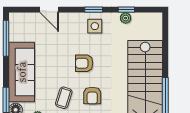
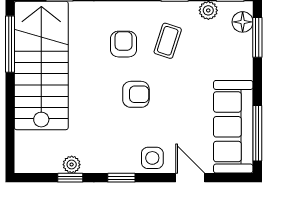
side table: (95, 26) -> (152, 158), moved
sofa: (22, 72) -> (233, 127), moved

